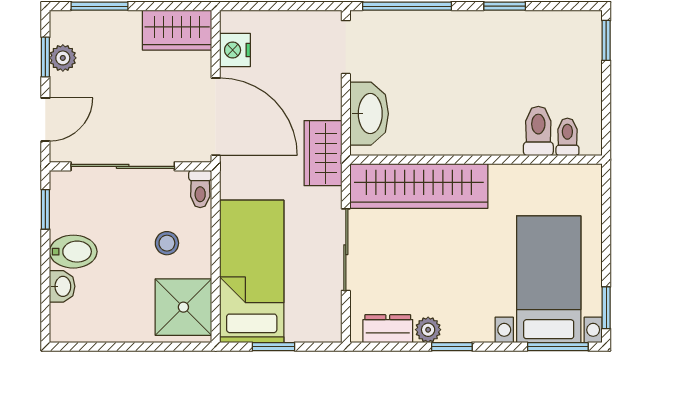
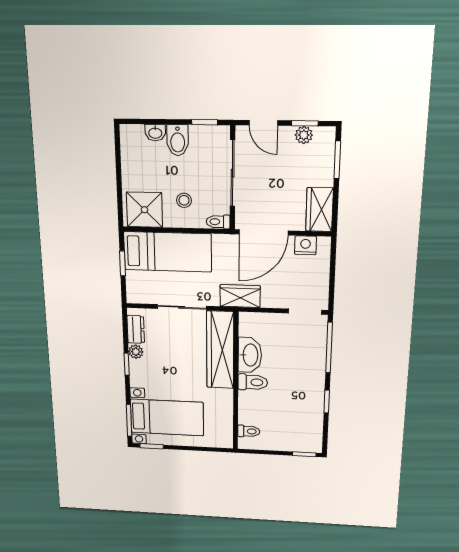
washbasin: (369, 114) -> (250, 355), moved, turned -90
toilet: (538, 131) -> (253, 382), moved

